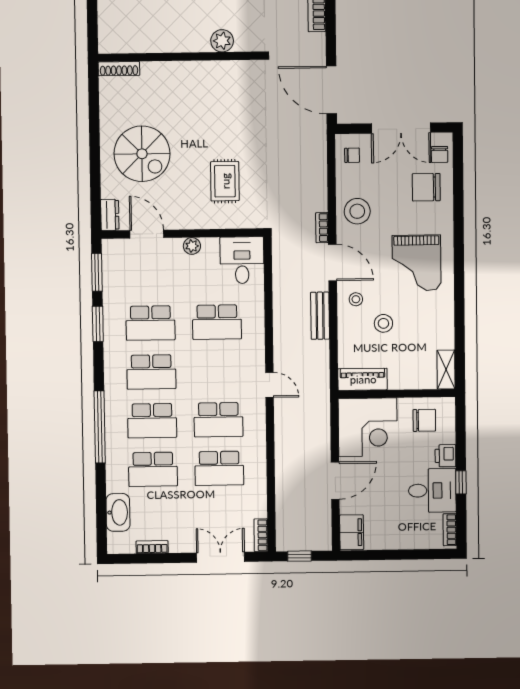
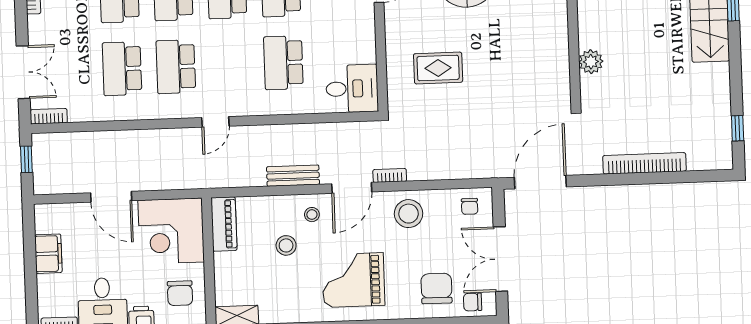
plant: (192, 246) -> (366, 33), removed
filing cabinet: (352, 532) -> (48, 254), moved, turned -90

